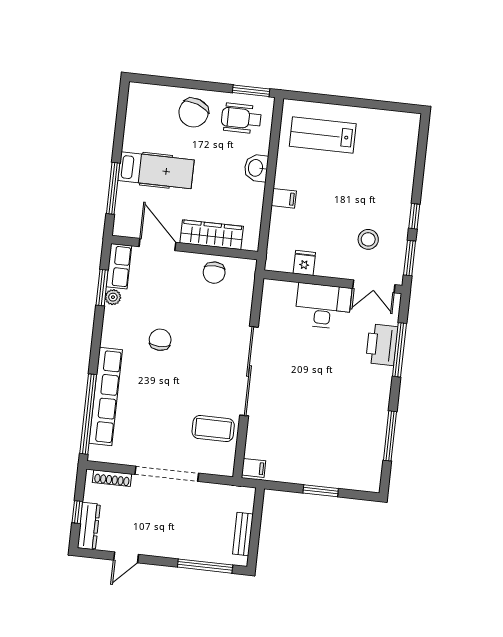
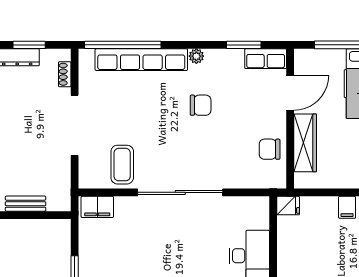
fridge: (304, 263) -> (288, 206), moved
plant: (113, 297) -> (196, 56), moved
filing cabinet: (254, 468) -> (97, 207), width x2.00
shoe rack: (112, 478) -> (65, 74), width x0.70
window: (77, 512) -> (29, 45), width x1.50

